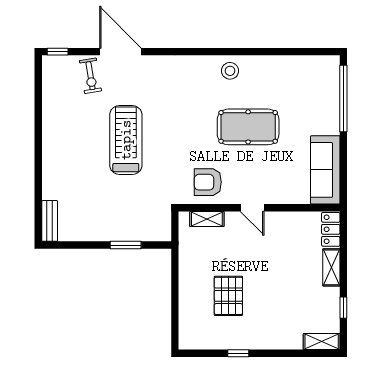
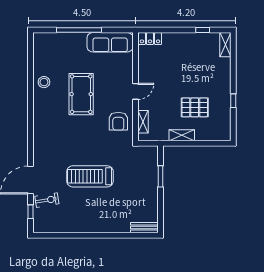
window: (58, 52) -> (31, 212), moved
stool: (230, 71) -> (44, 82), moved
window: (343, 98) -> (79, 30), moved
shelving: (331, 267) -> (182, 135), moved

